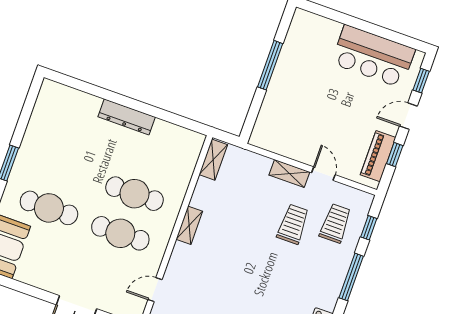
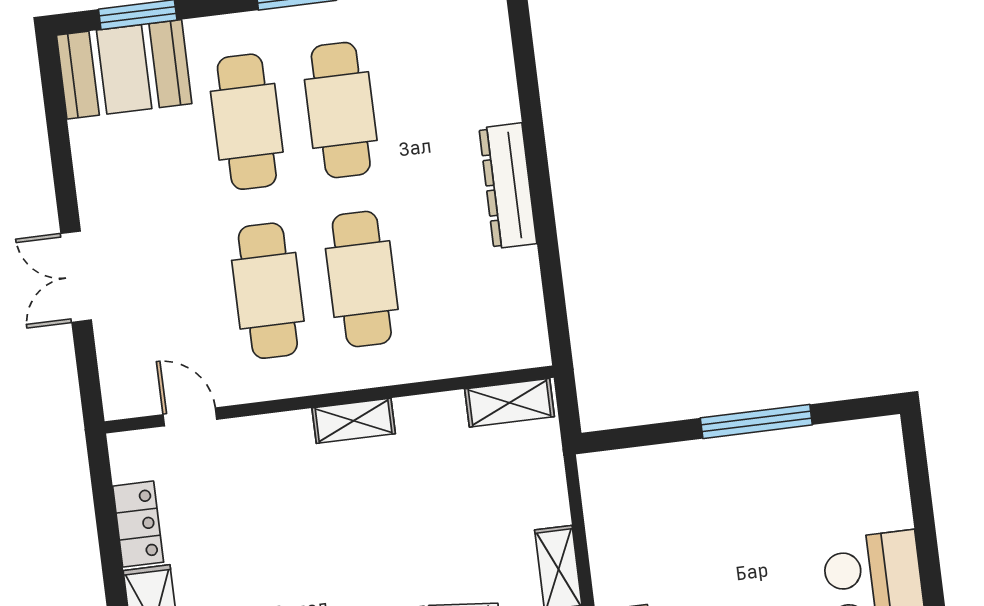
cafe table: (63, 168) -> (341, 110), added

